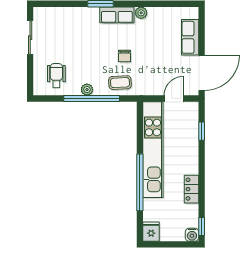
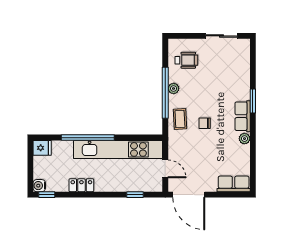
row of seats: (190, 37) -> (234, 184), moved

